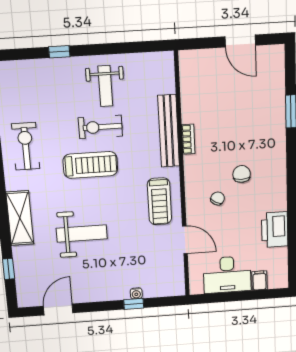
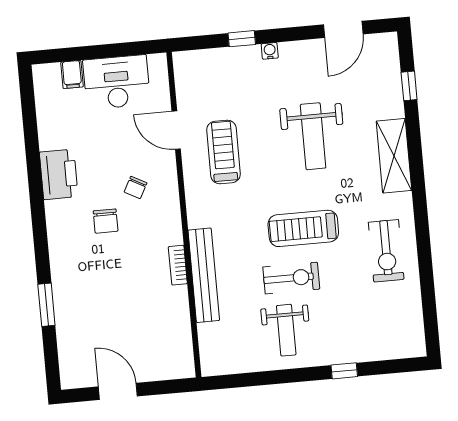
weight bench: (105, 86) -> (286, 330), turned 180
treadmill: (159, 201) -> (224, 152), moved
printer: (275, 230) -> (59, 174), moved
weight bench: (82, 234) -> (313, 136), turned -90
water cooler: (136, 293) -> (270, 51), moved

